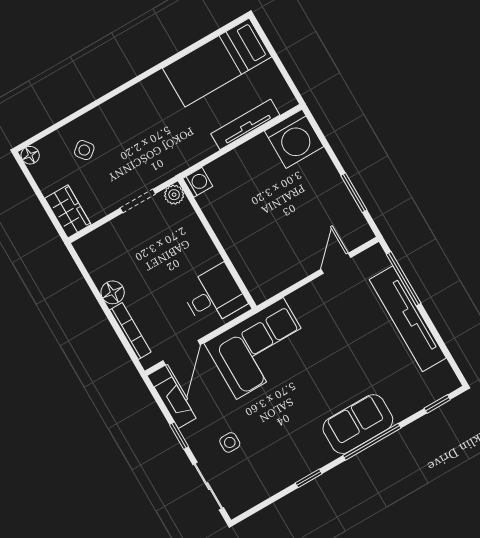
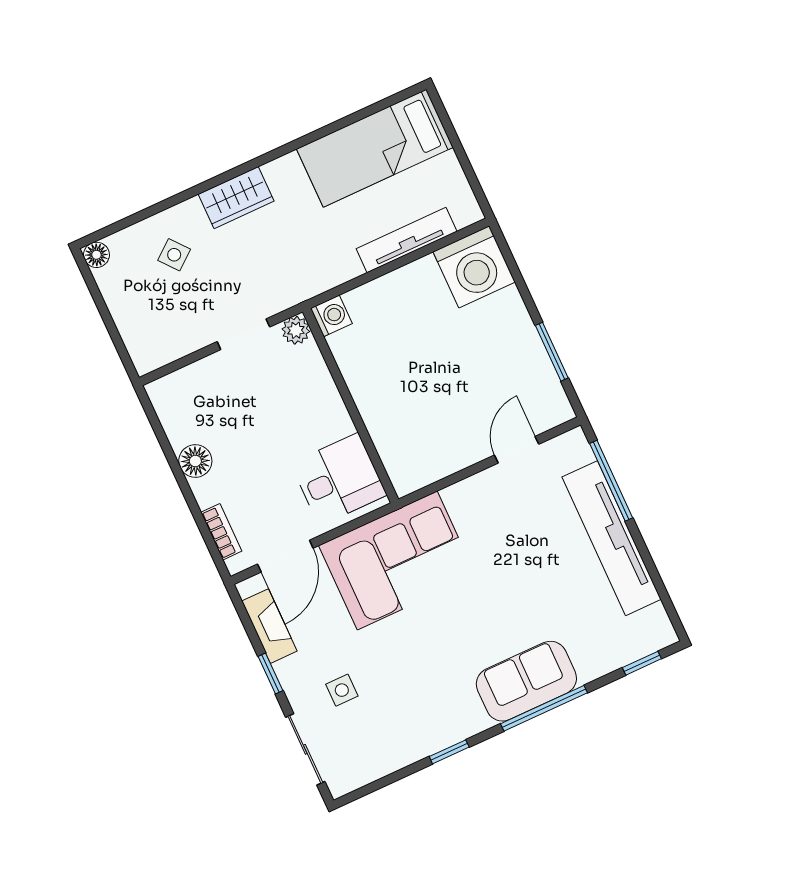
wardrobe: (68, 211) -> (236, 198), moved, turned 90
bookcase: (130, 331) -> (221, 532), width x0.64

